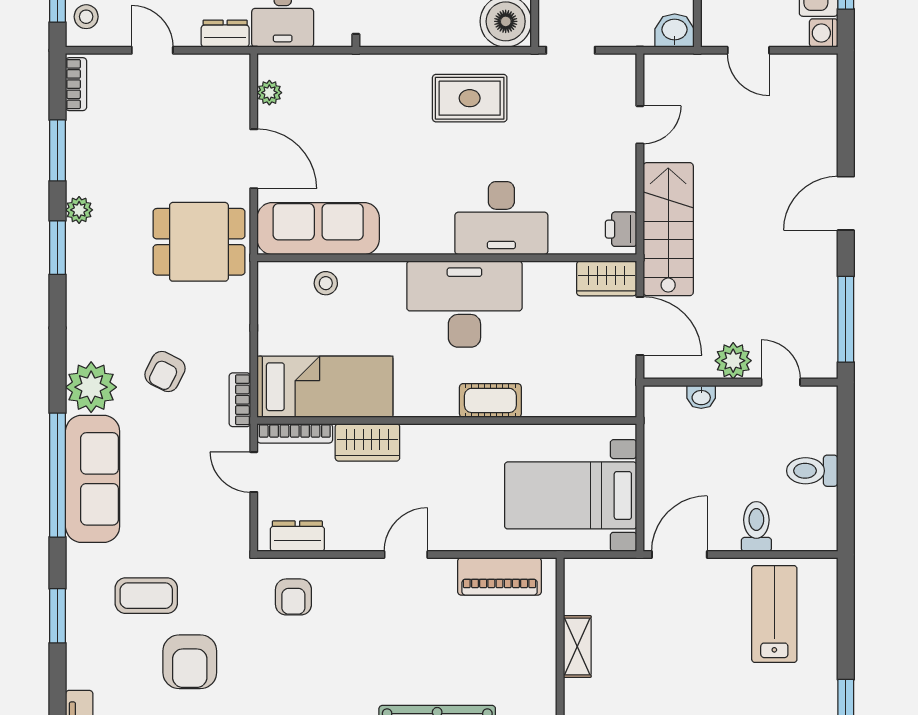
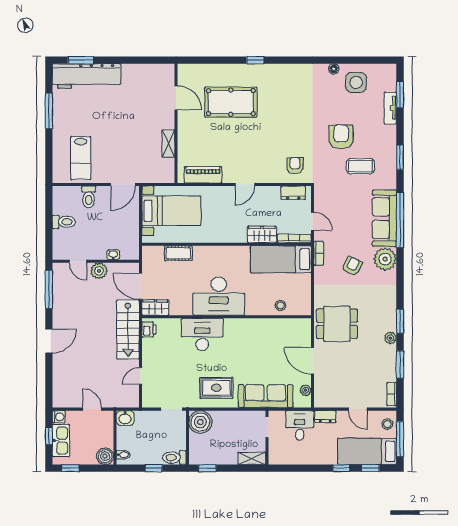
sofa: (318, 229) -> (266, 396), moved, turned 180
cot: (490, 400) -> (178, 253), moved

